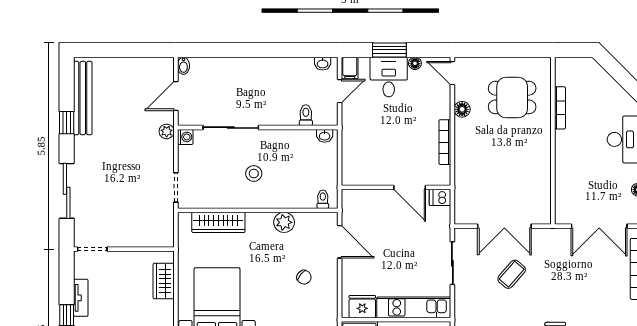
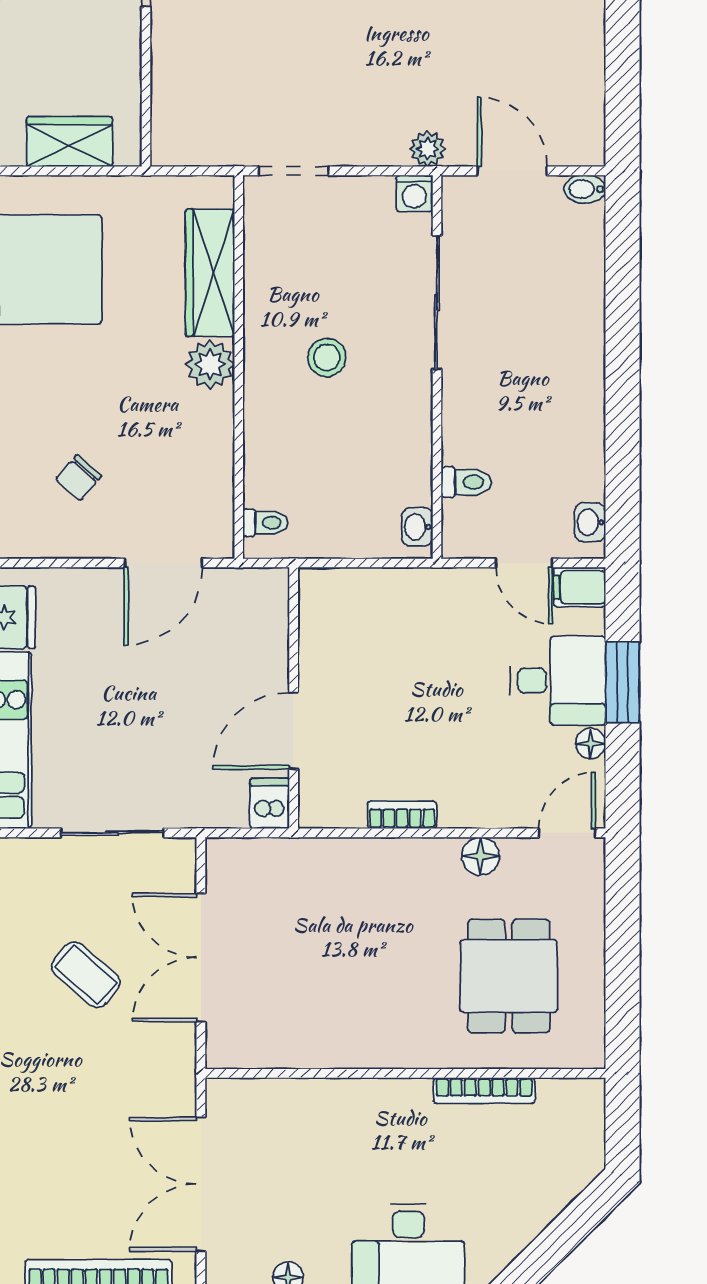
bookcase: (445, 142) -> (402, 815), width x0.64
plant: (284, 222) -> (210, 364), moved

